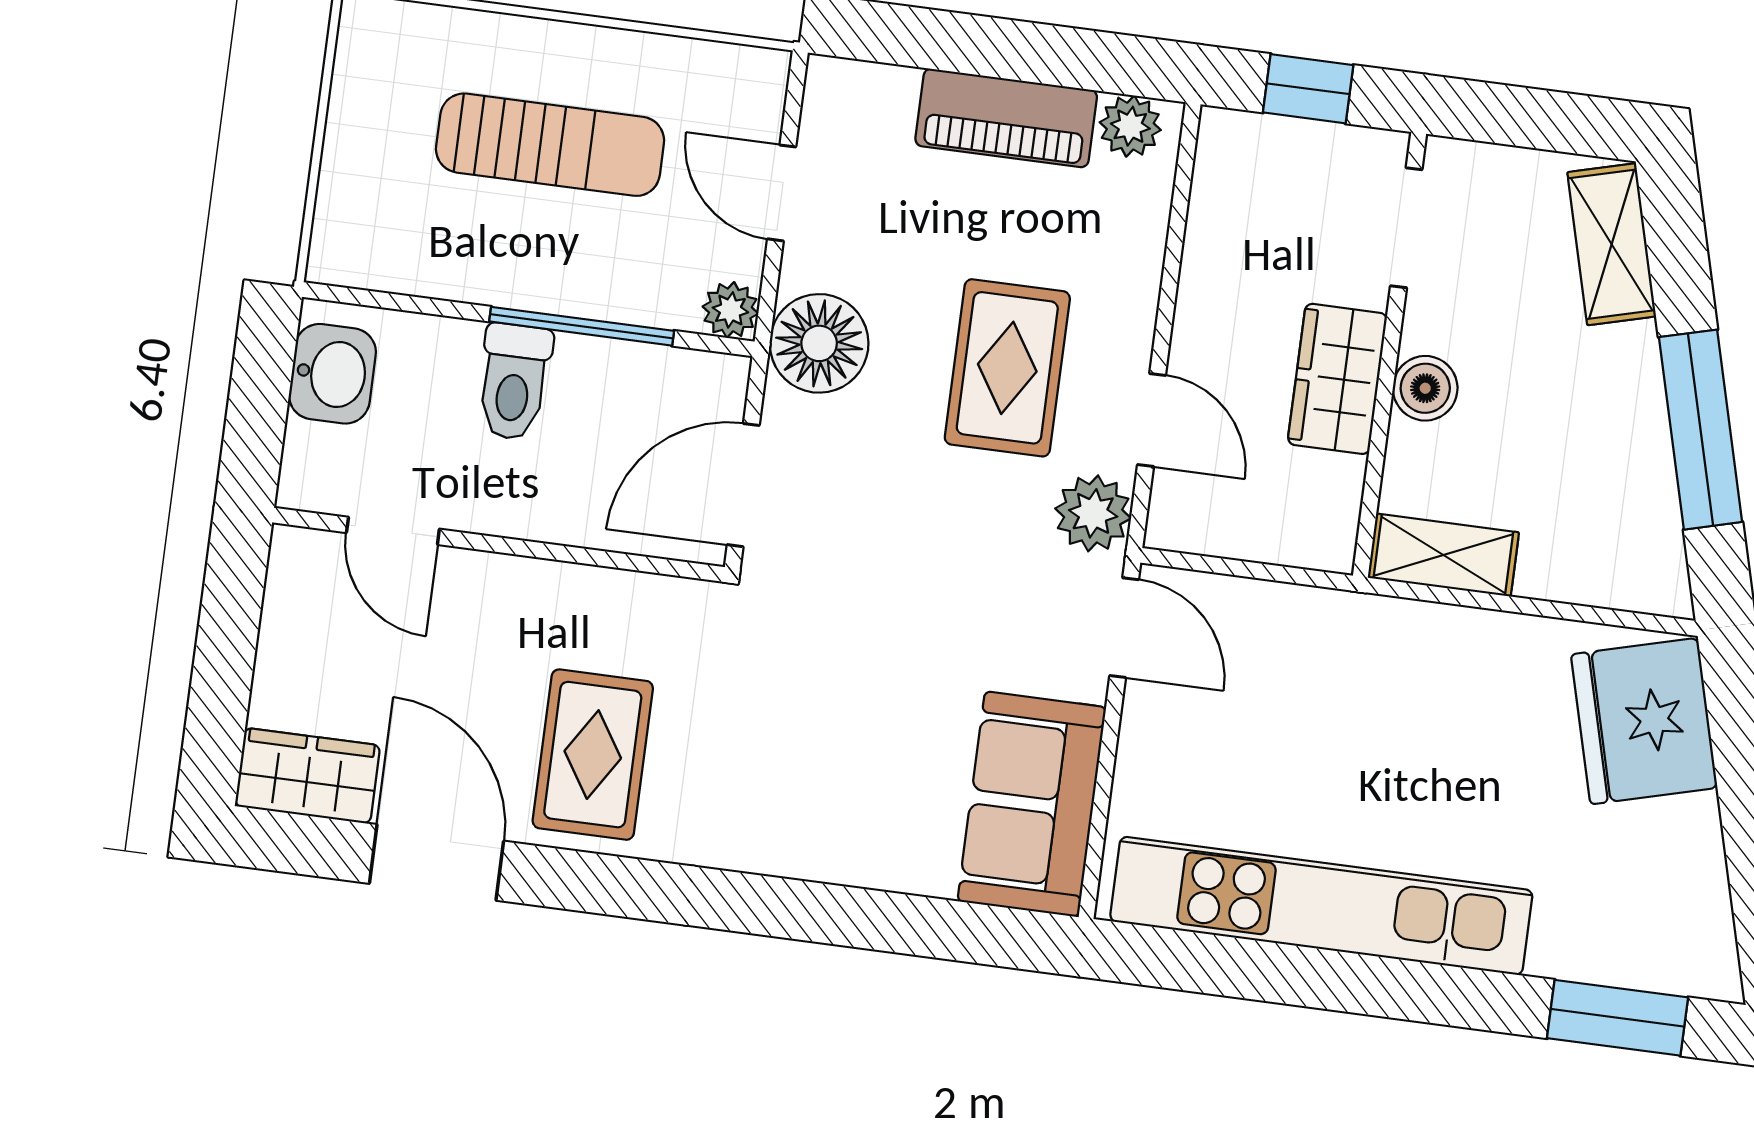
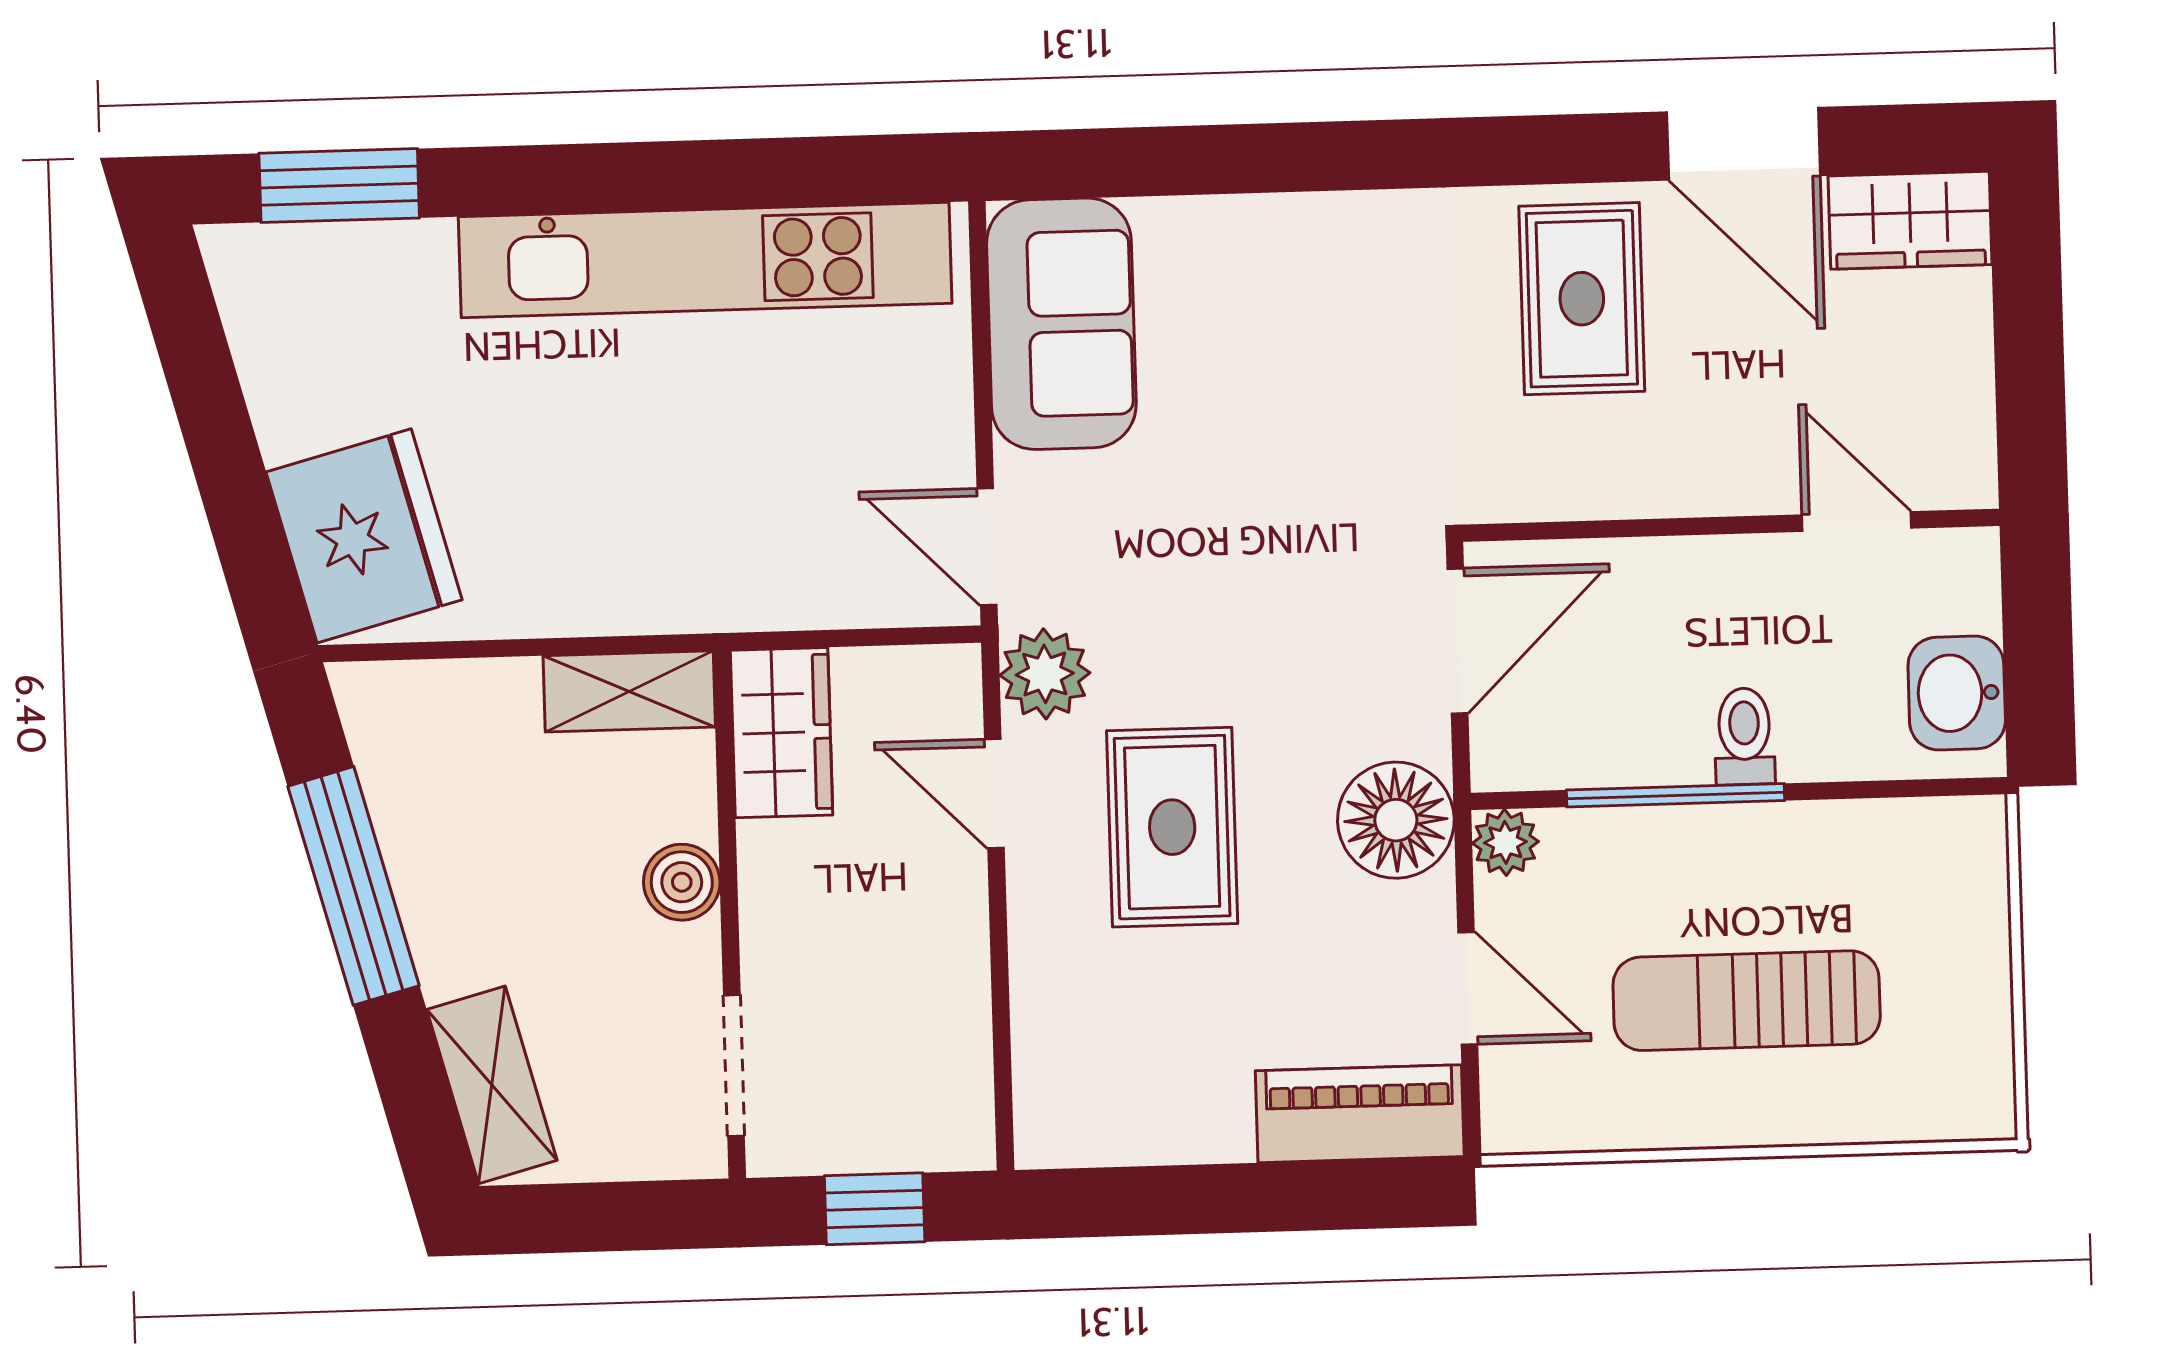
piano: (1006, 118) -> (1360, 1114), moved
plant: (1130, 126) -> (1075, 1132), removed
wardrobe: (1337, 379) -> (781, 733), moved
toilet: (514, 382) -> (1744, 736), width x0.73, depth x0.72

